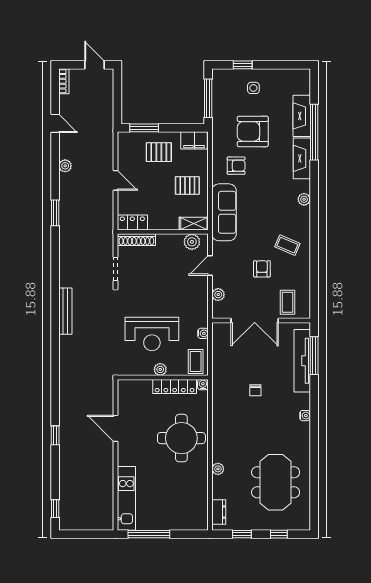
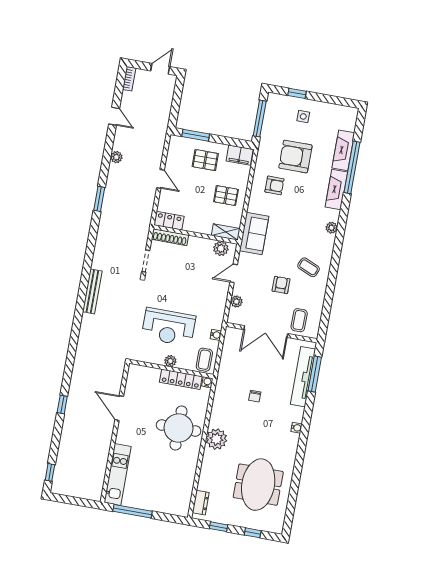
door: (94, 65) -> (160, 69), hinge flipped
sofa: (224, 212) -> (254, 233), width x0.73
plant: (218, 469) -> (216, 439), moved, width x1.87, depth x1.87

